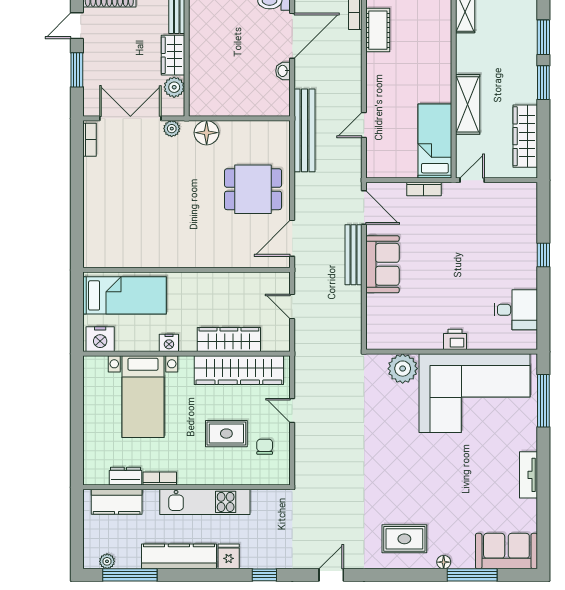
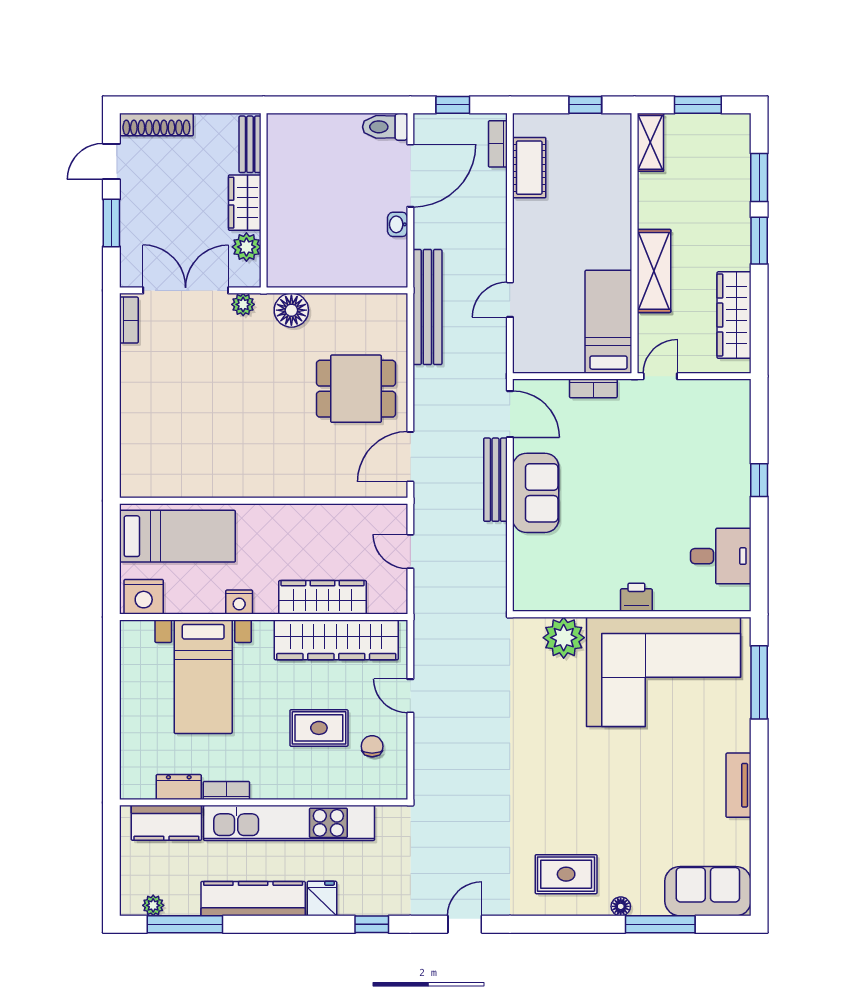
kitchen unit: (205, 502) -> (289, 823), width x1.36

